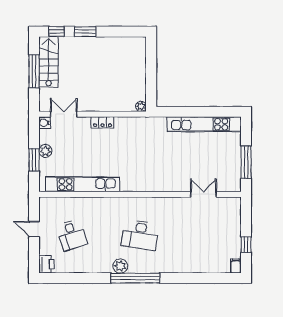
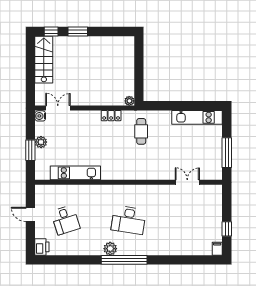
window: (34, 71) -> (30, 68), removed
locker: (103, 122) -> (111, 116), moved
kitchen unit: (204, 124) -> (197, 117), width x0.73
cafe table: (154, 139) -> (141, 131), added
kitchen unit: (83, 184) -> (75, 173), width x0.73

